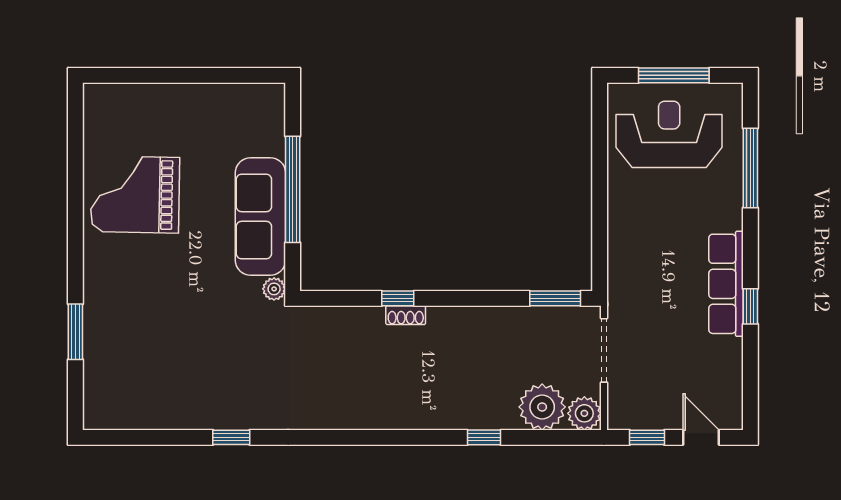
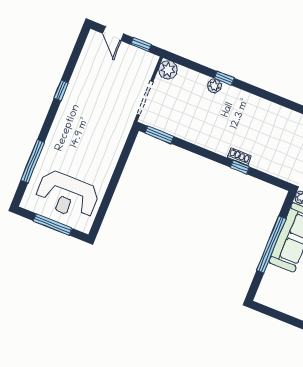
row of seats: (726, 284) -> (69, 107), removed
plant: (542, 407) -> (214, 86), moved, width x0.53, depth x0.53

